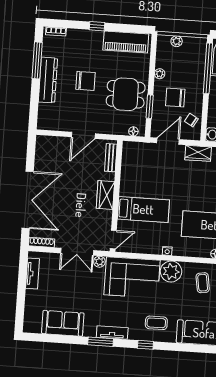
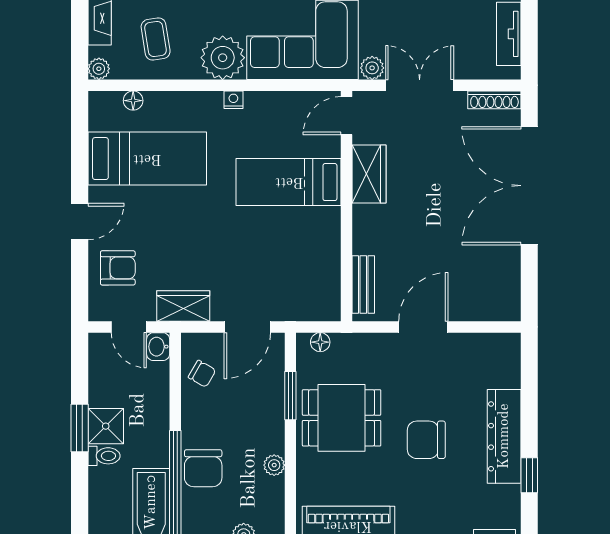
window: (37, 60) -> (529, 475), width x0.46
chair: (175, 97) -> (203, 468), moved, turned 90
wardrobe: (105, 195) -> (369, 174), moved

